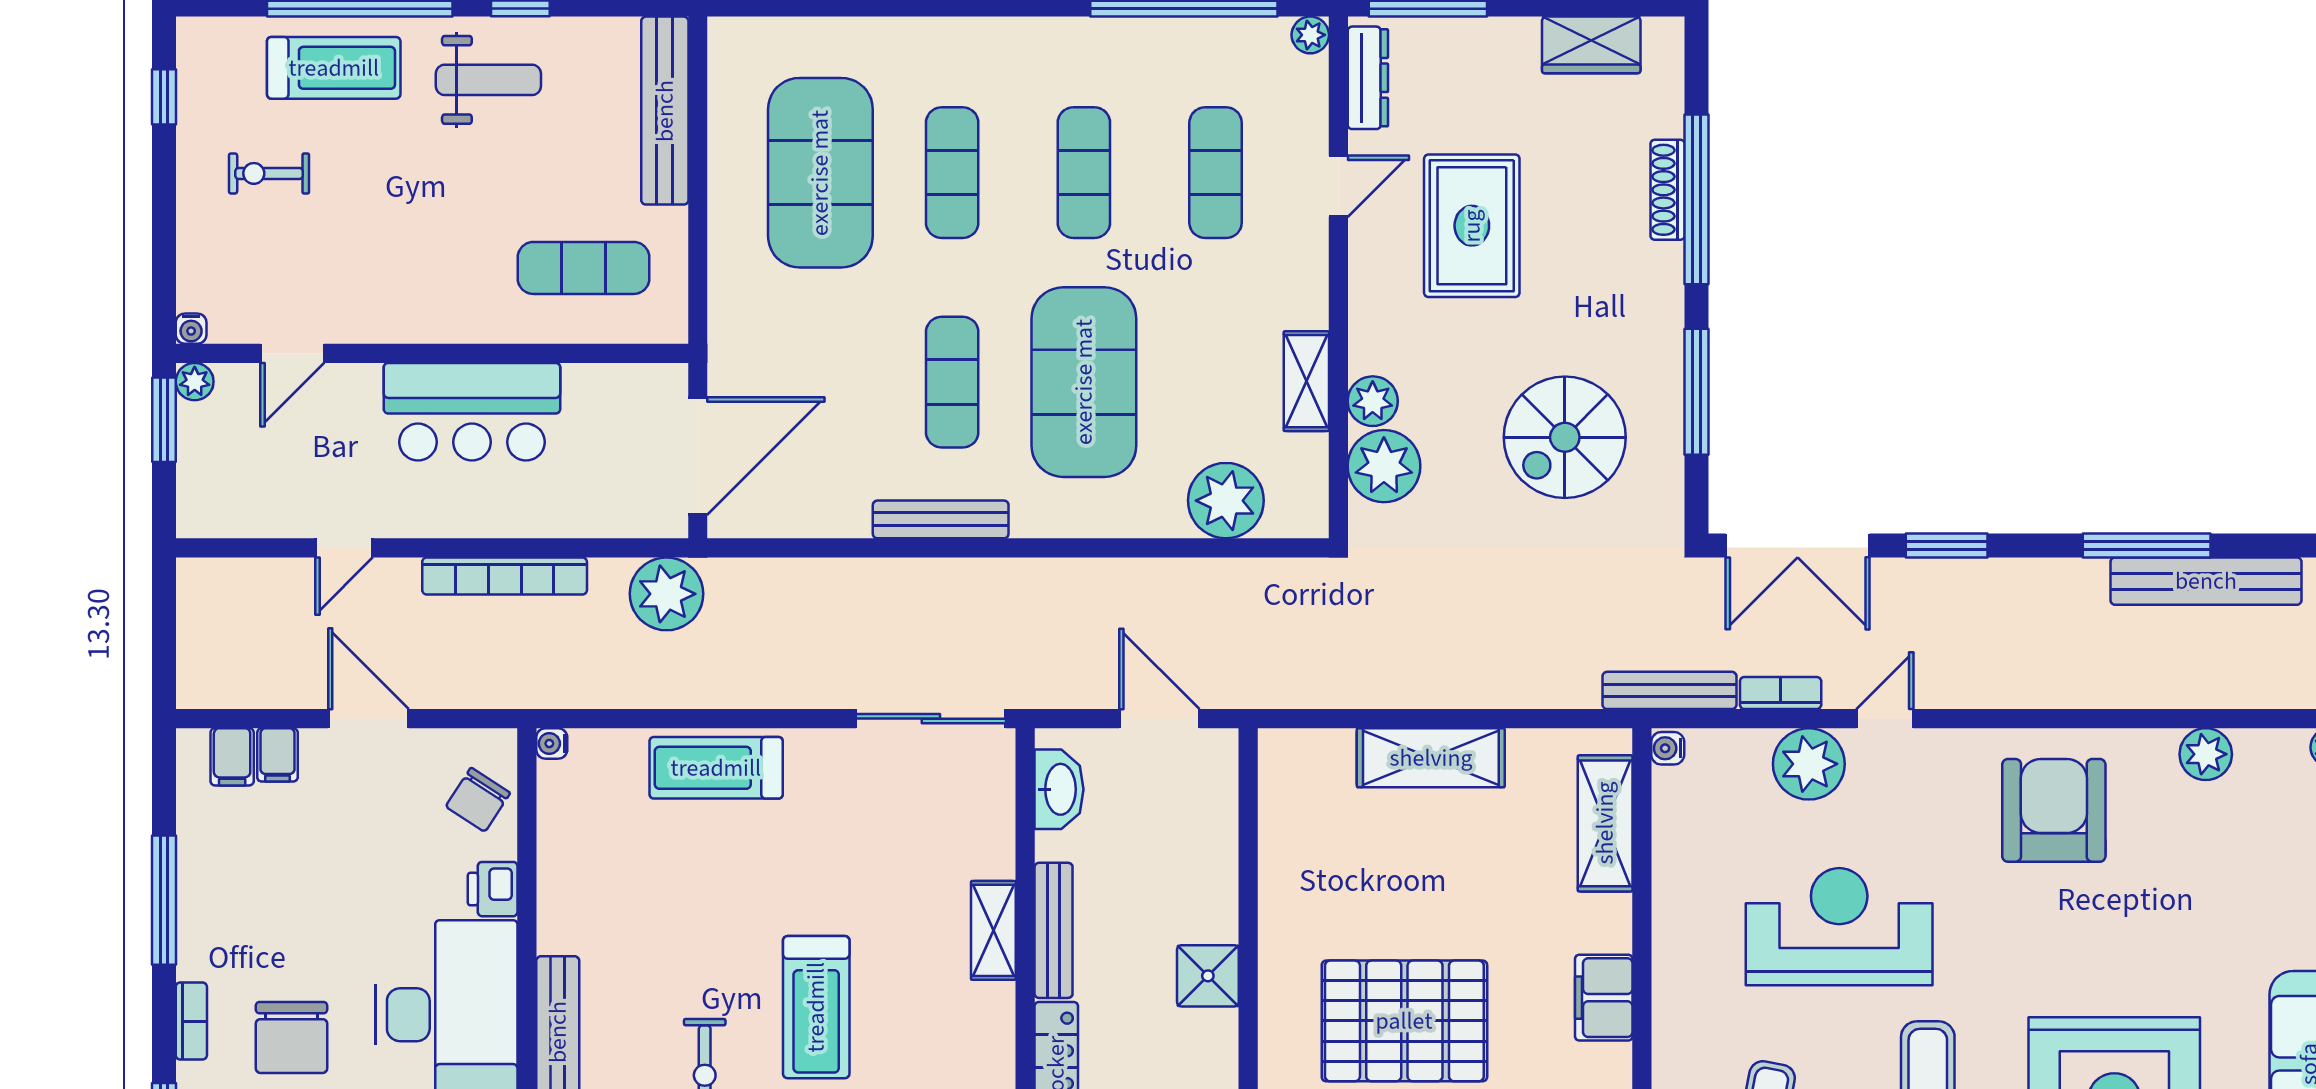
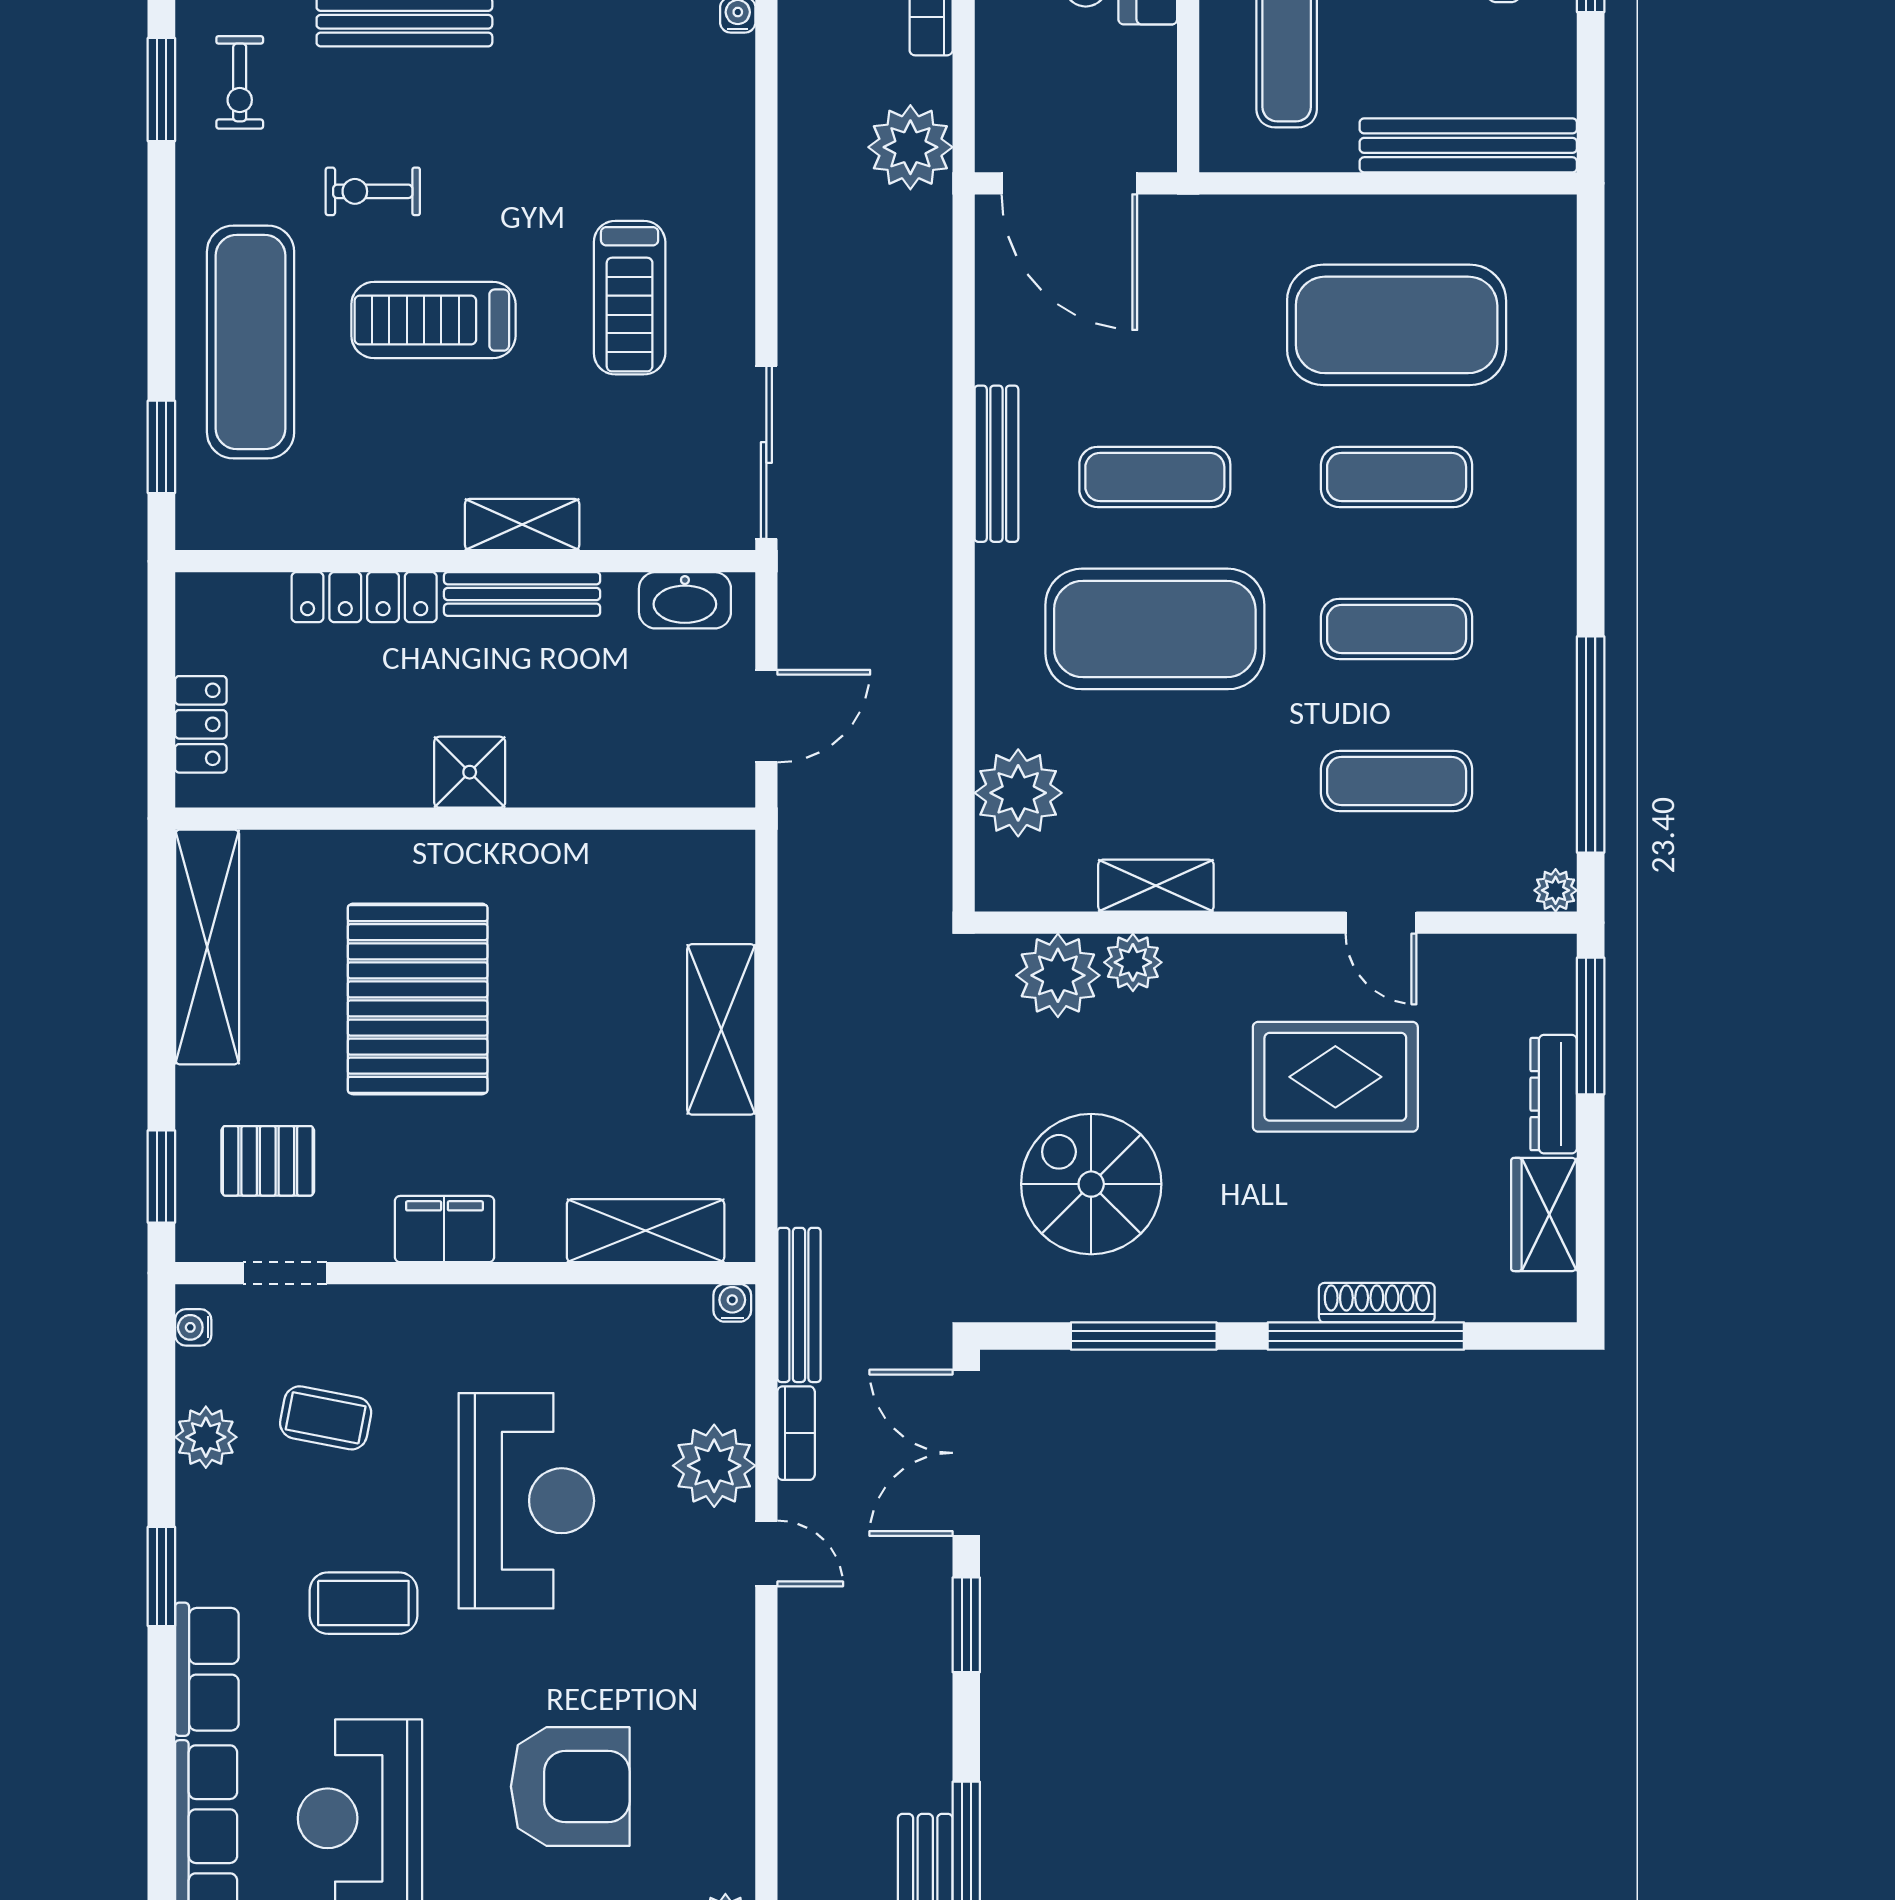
dresser: (1368, 78) -> (1554, 1094), moved, turned 90
treadmill: (716, 768) -> (630, 298), moved, turned 180
armchair: (2054, 810) -> (570, 1787), moved

